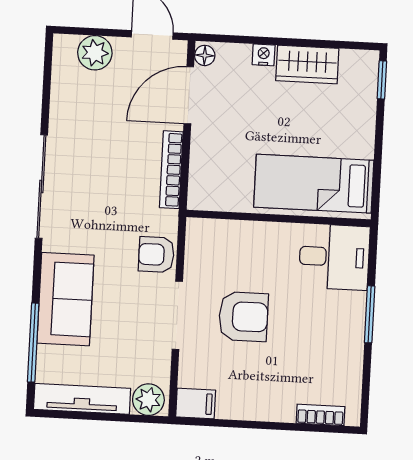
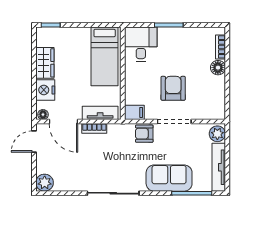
plant: (95, 53) -> (45, 183), moved
nightstand: (264, 55) -> (45, 90), width x1.89, depth x1.79
tv unit: (202, 169) -> (100, 113), added
bookcase: (171, 170) -> (94, 128), width x0.64
armchair: (156, 255) -> (144, 134), turned 90
filing cabinet: (196, 404) -> (134, 112), moved, turned 90
floor lamp: (280, 408) -> (218, 68), added

